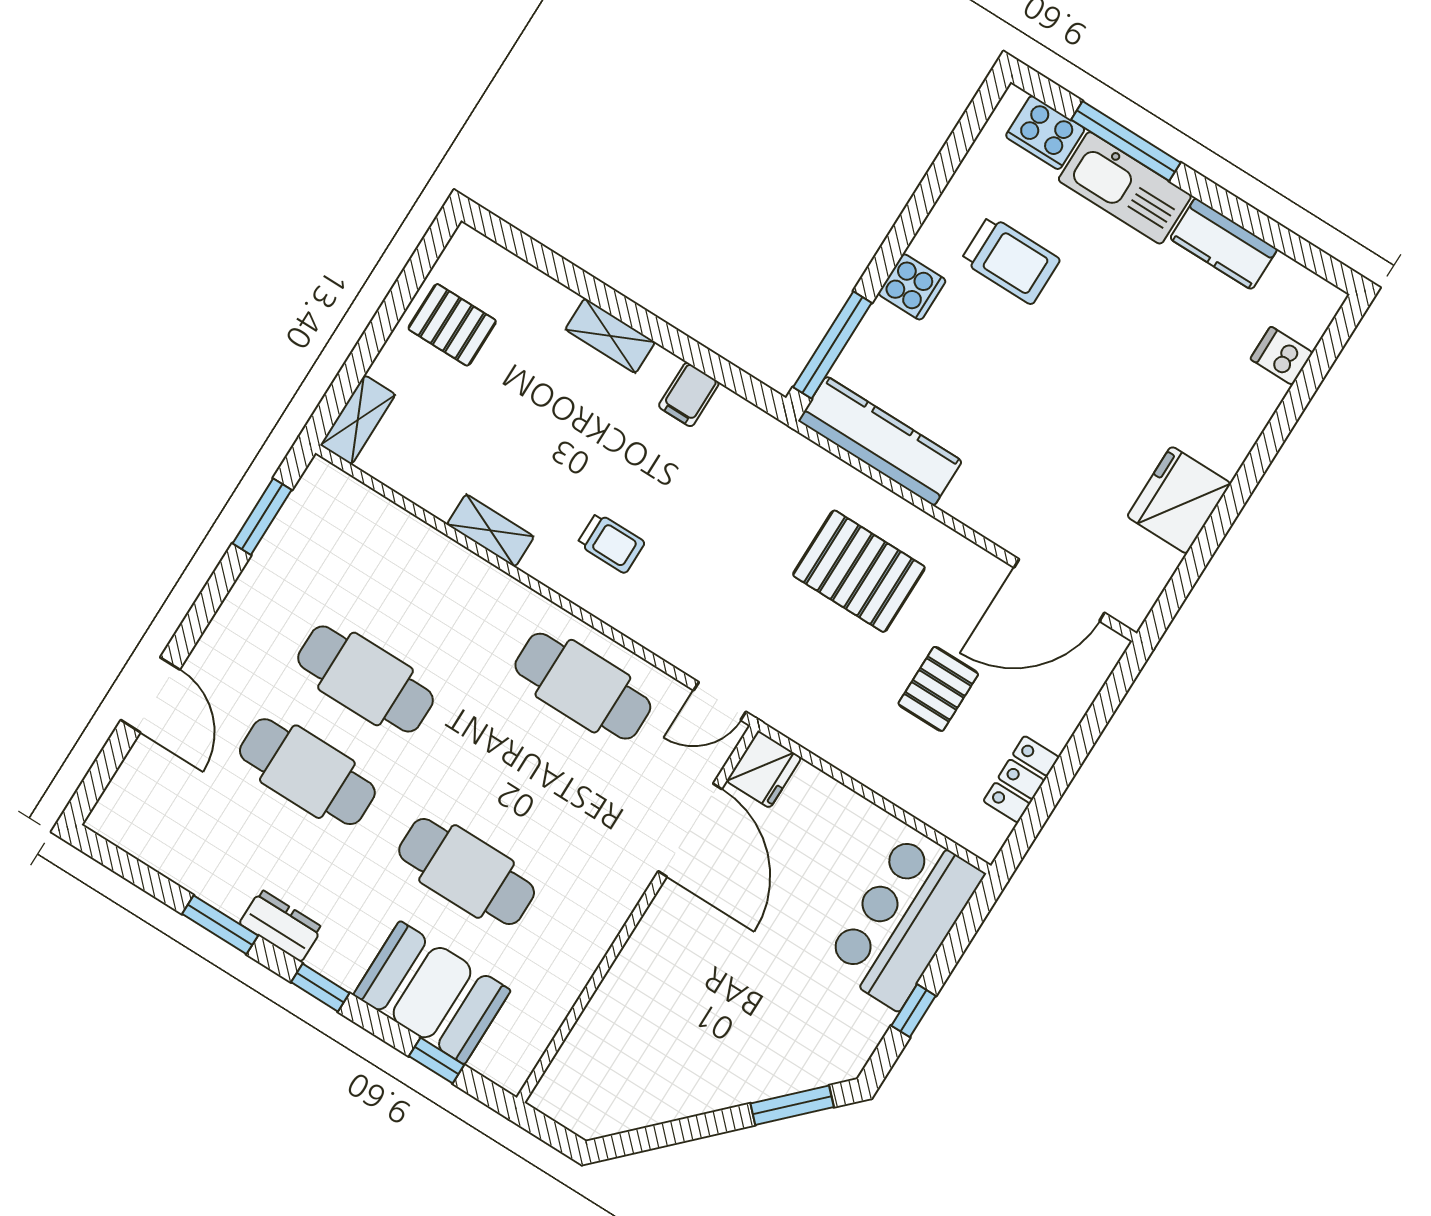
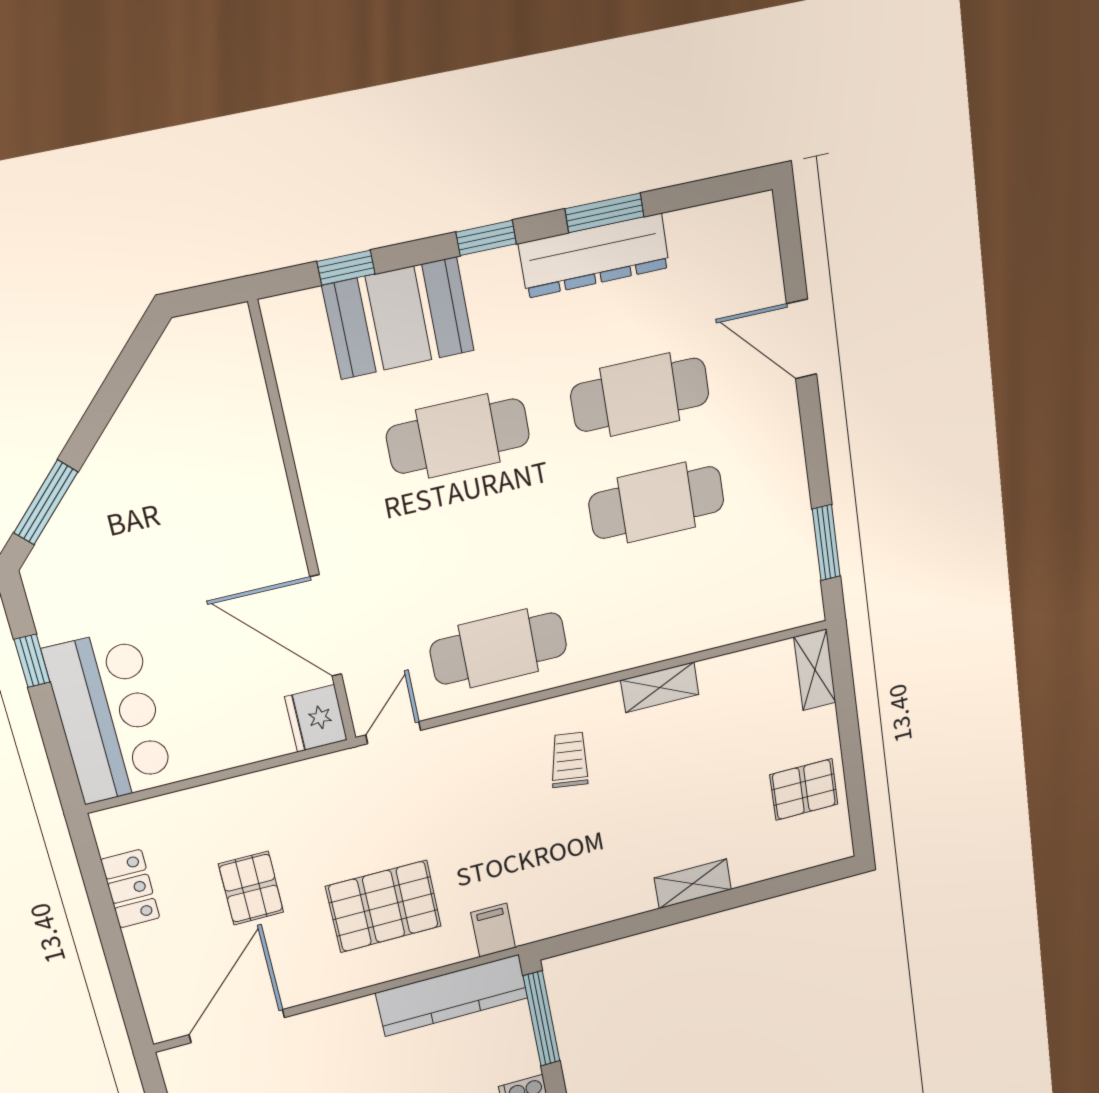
filing cabinet: (689, 395) -> (493, 930), moved
trolley: (611, 543) -> (570, 760), turned 98
dresser: (281, 926) -> (594, 256), width x1.96, depth x1.24

